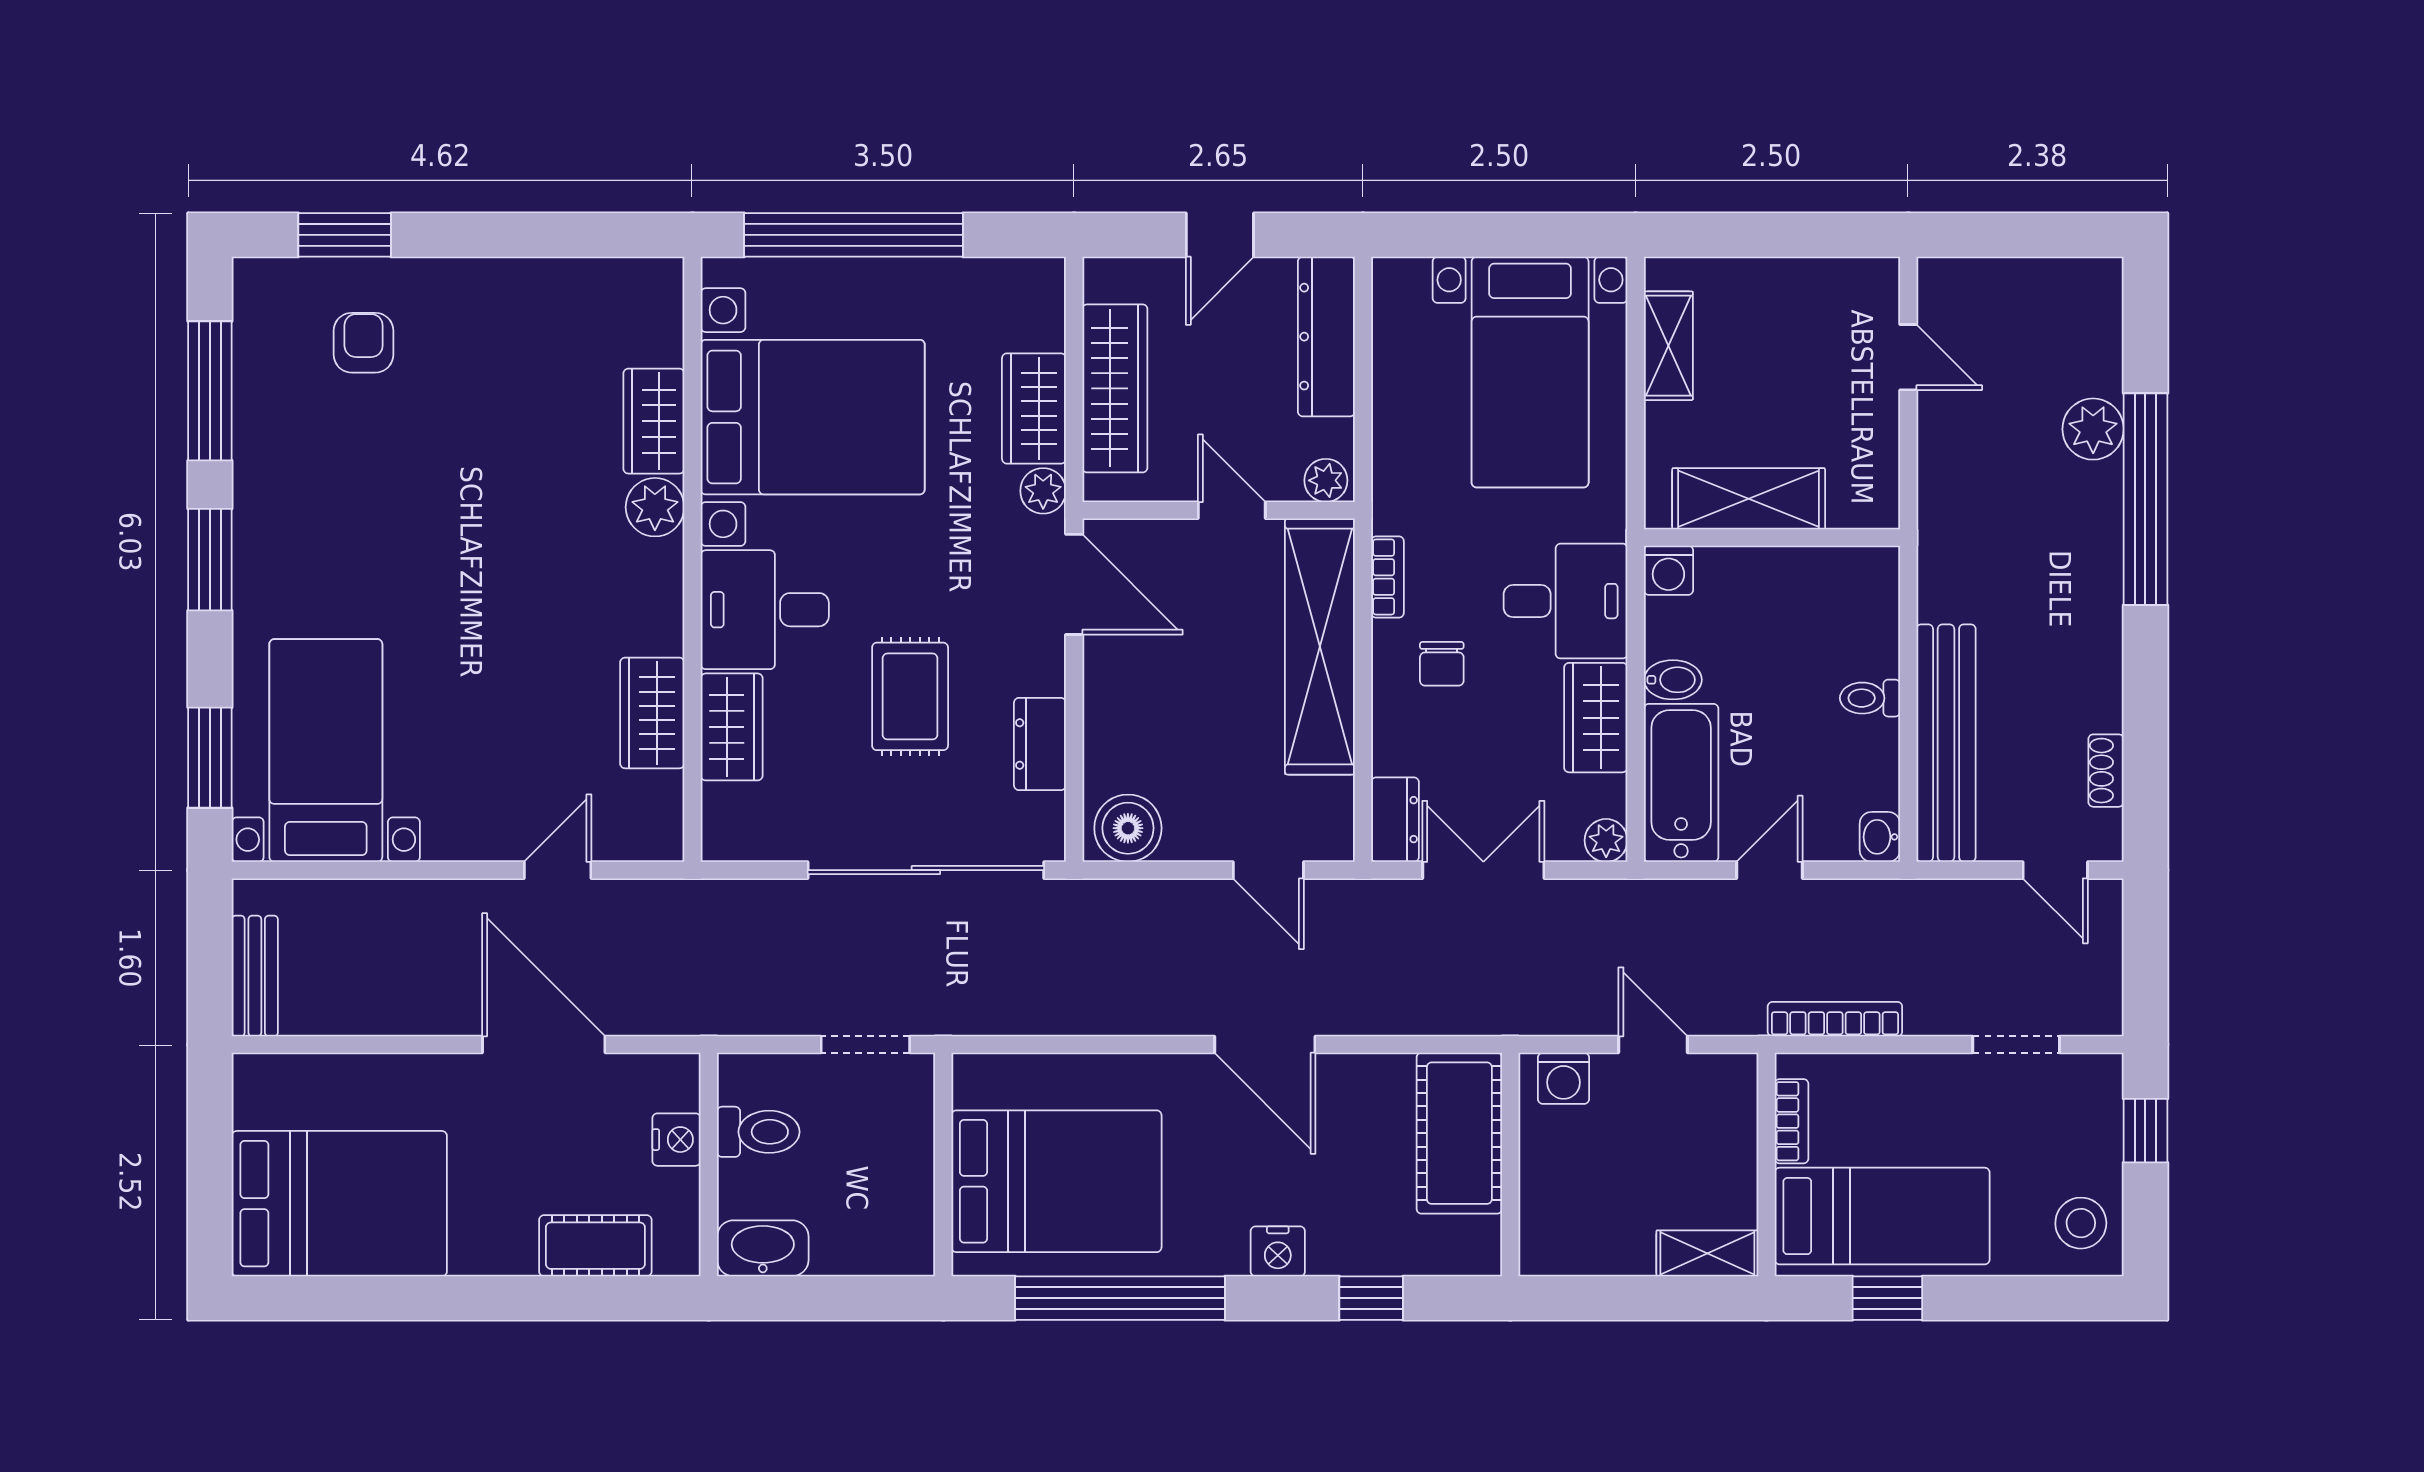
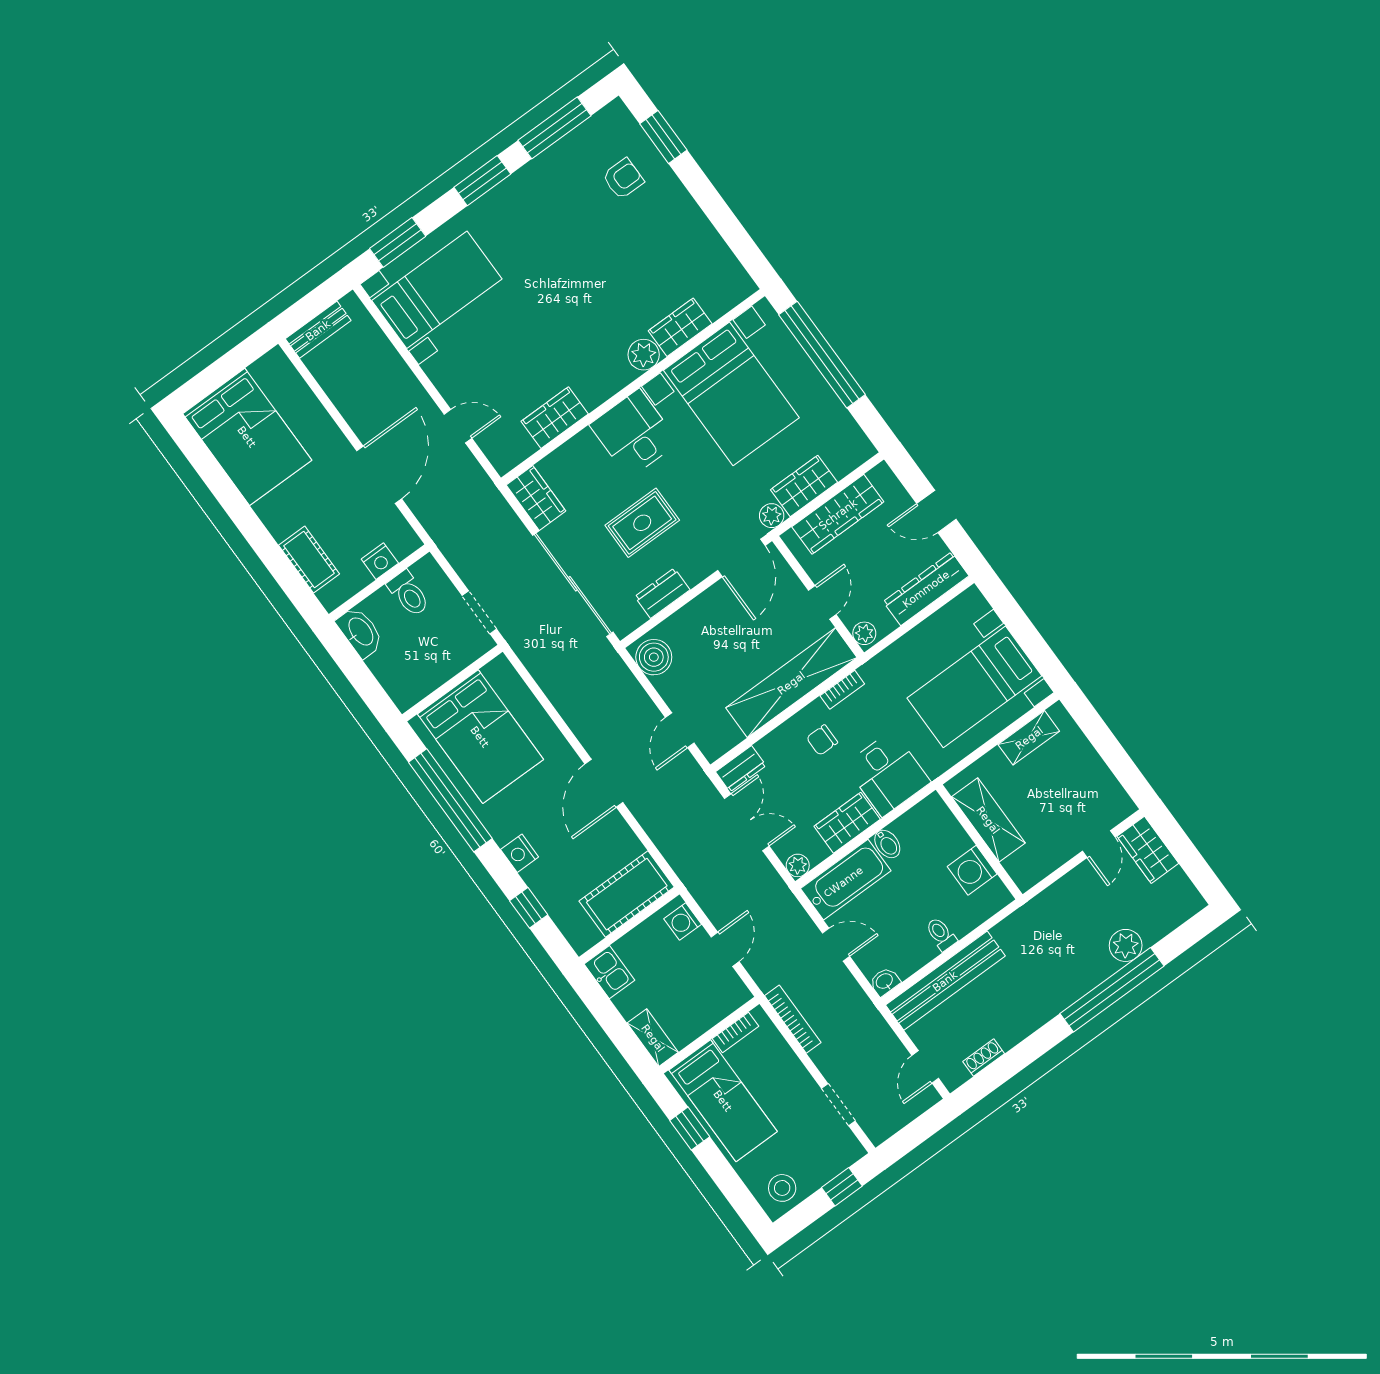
wardrobe: (1972, 289) -> (1148, 850), added
washing machine: (1668, 570) -> (972, 870), moved, width x1.38, depth x1.38
wardrobe: (732, 727) -> (536, 498), moved, turned -90
kitchen sink: (1559, 1247) -> (609, 972), added

